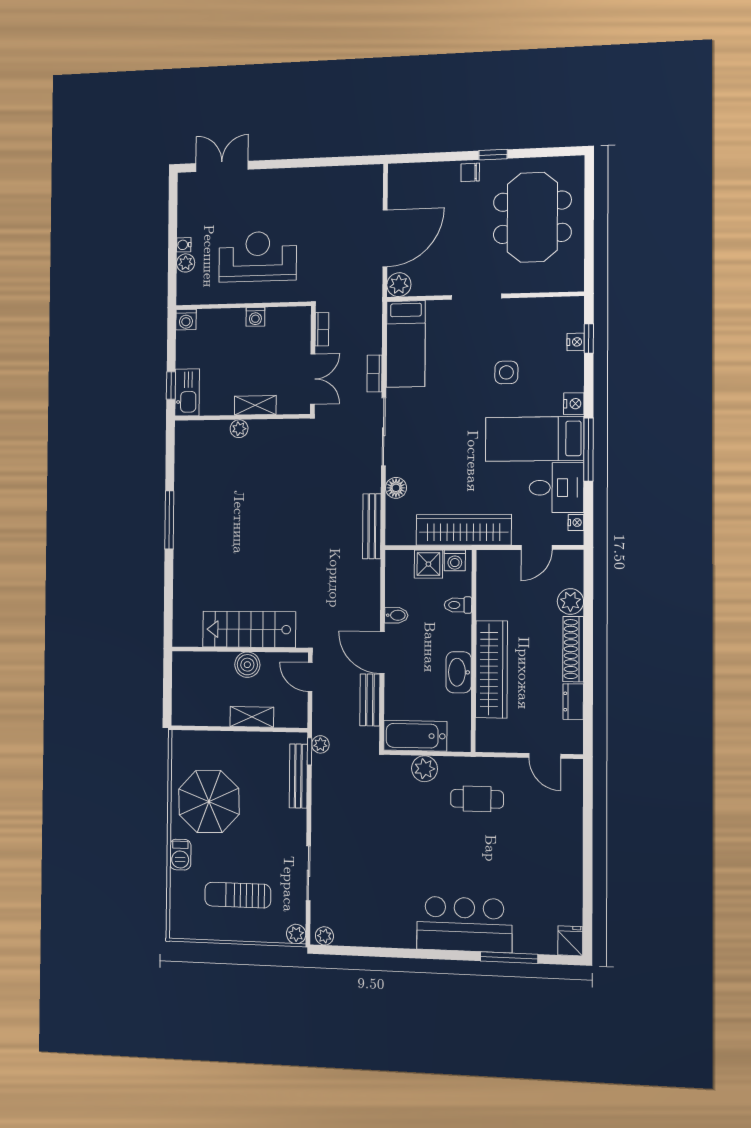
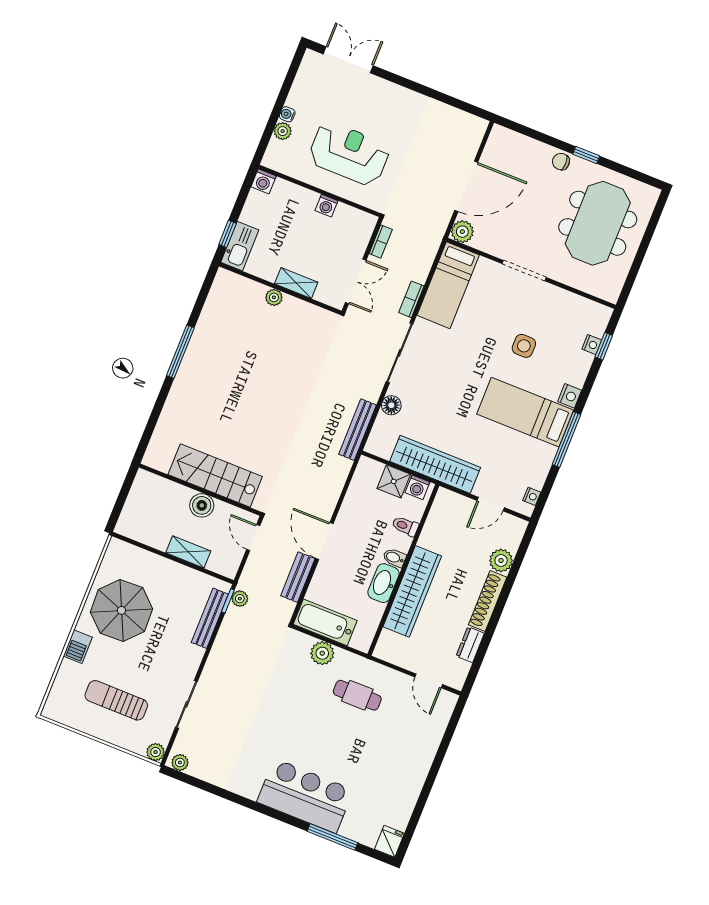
desk: (557, 488) -> (527, 461), removed
bidet: (396, 615) -> (394, 558), moved, turned 180

